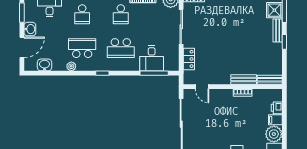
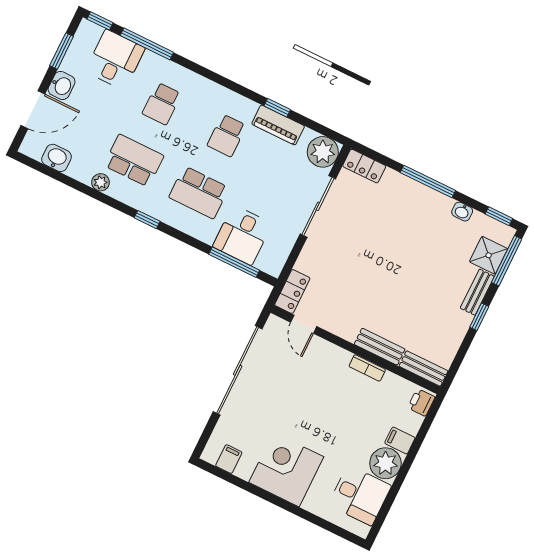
locker: (189, 59) -> (292, 292), moved
printer: (277, 108) -> (421, 402), moved

